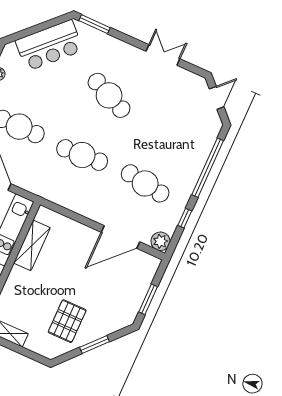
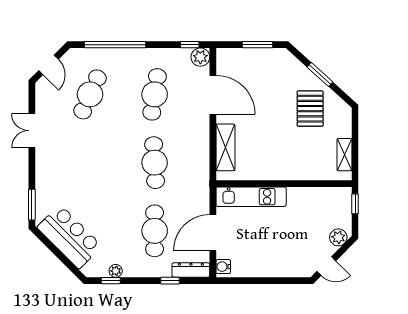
cafe table: (109, 95) -> (90, 94), moved
door: (217, 98) -> (49, 65), swing flipped
window: (185, 218) -> (190, 45), moved
shelving: (32, 245) -> (225, 147), moved, turned 90
pallet: (67, 321) -> (310, 109), turned 90

